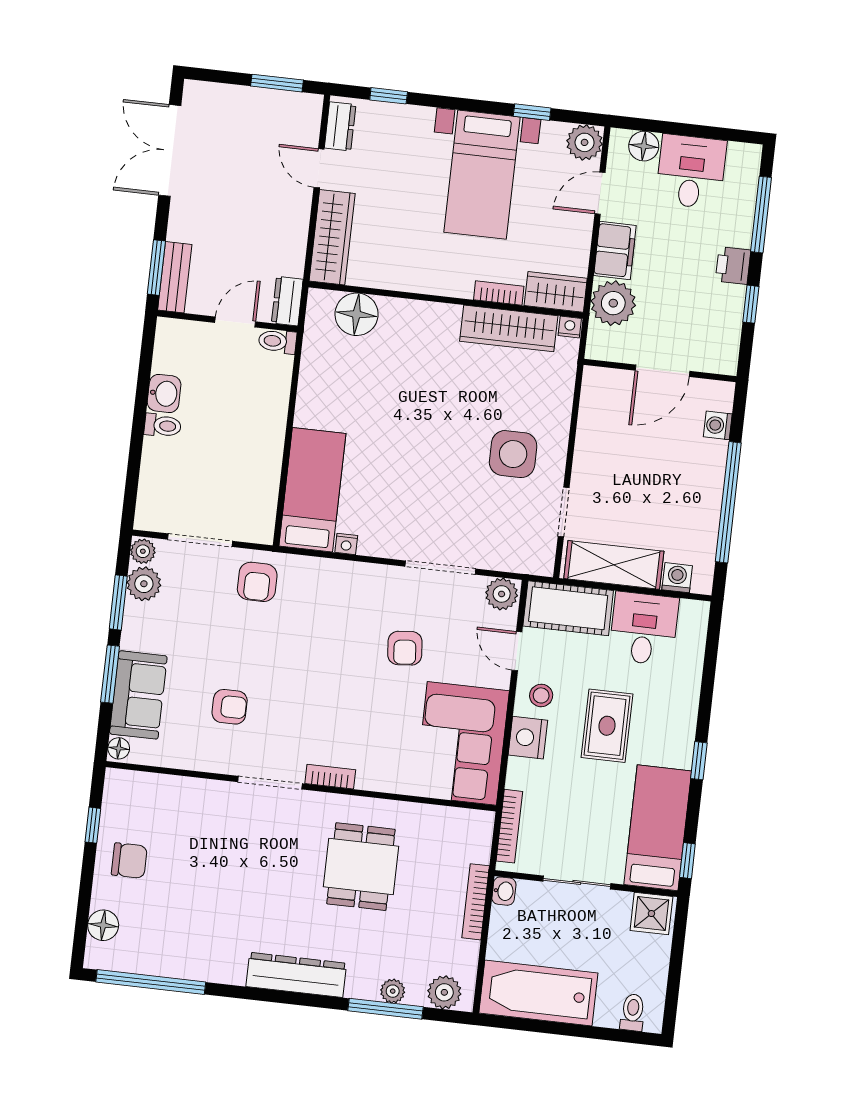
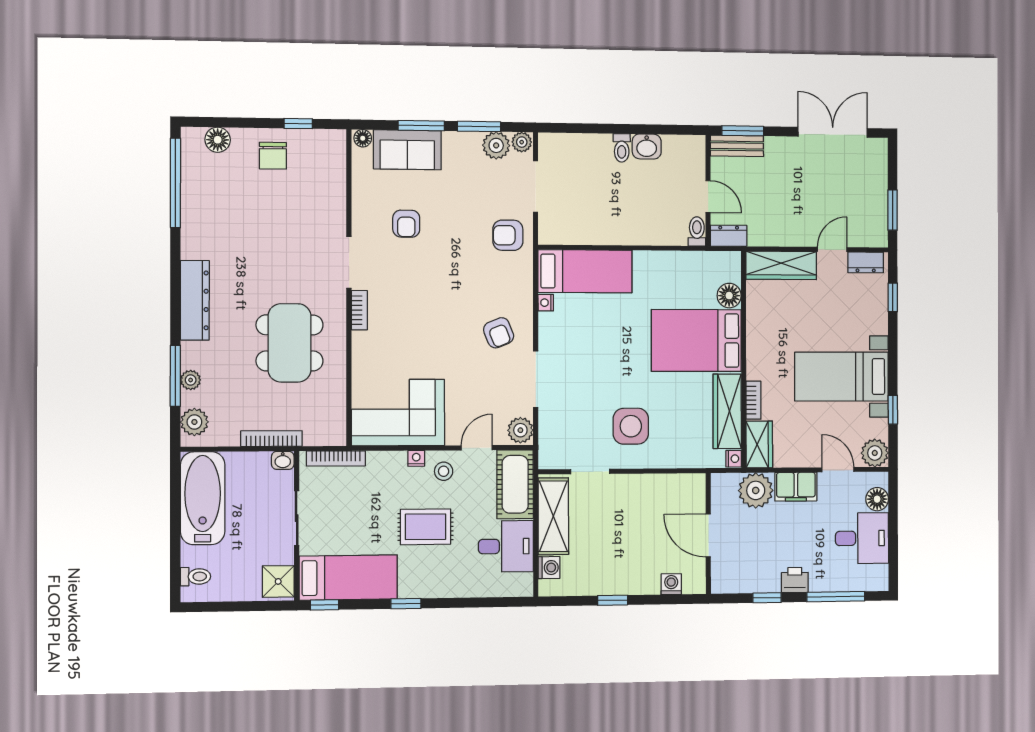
floor lamp: (357, 314) -> (729, 296), width x0.73, depth x0.73
bed: (415, 358) -> (696, 341), added
window: (728, 502) -> (613, 600), width x0.32
armchair: (405, 648) -> (499, 333), moved, turned -107
nightstand: (528, 738) -> (416, 458), width x0.53, depth x0.56
dining table: (361, 867) -> (290, 343), width x1.37

